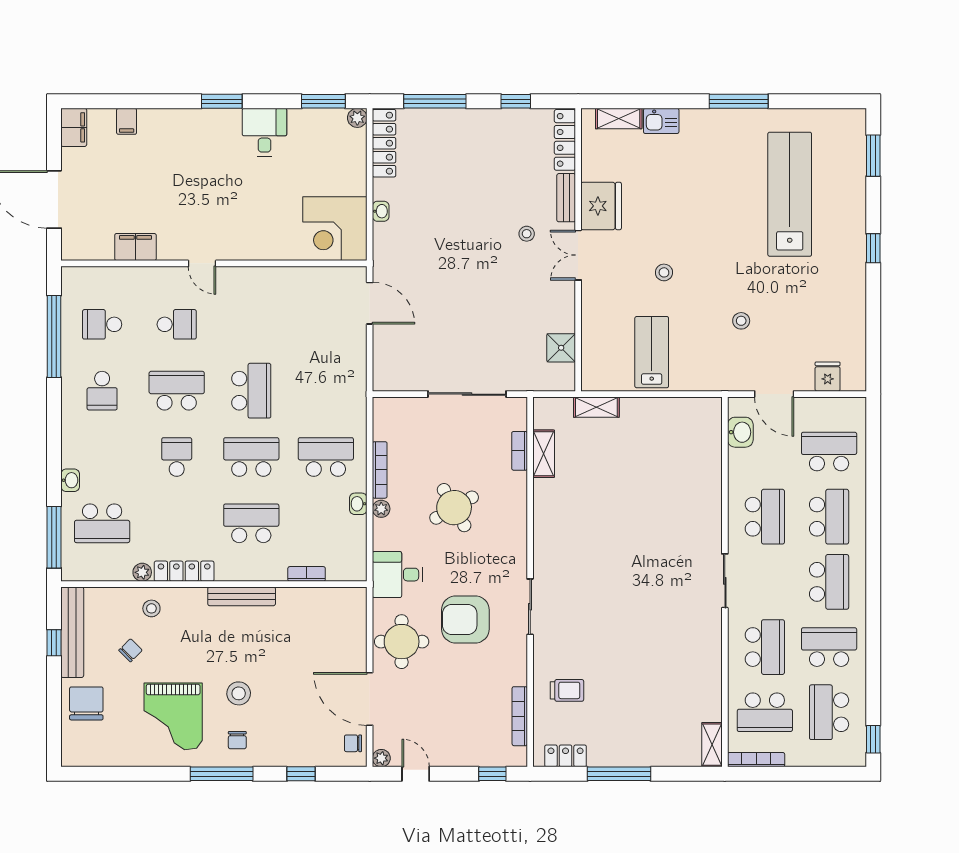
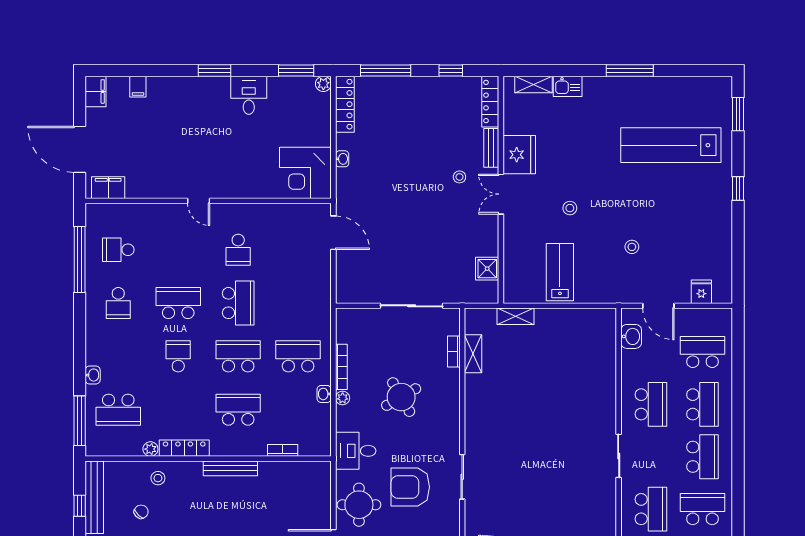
lab bench: (790, 194) -> (671, 145), turned -90
filing cabinet: (135, 247) -> (108, 188), moved
school desk: (177, 324) -> (238, 250), moved, turned 90

